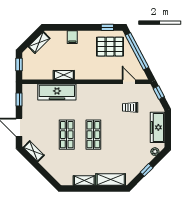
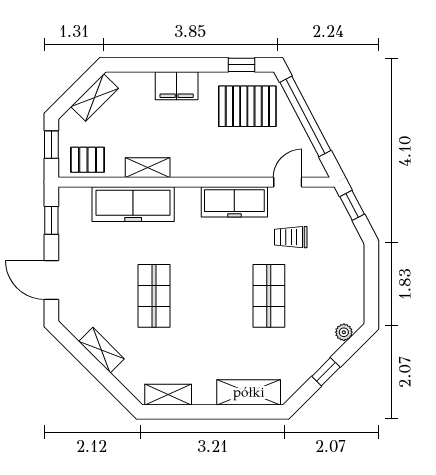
filing cabinet: (72, 37) -> (177, 86), width x2.00
pallet: (36, 71) -> (88, 160), added
door: (129, 82) -> (288, 182), hinge flipped
freezer: (157, 127) -> (234, 202), moved, turned -90
shop shelf: (93, 135) -> (269, 296), moved
shelving: (34, 151) -> (101, 350), moved
shelving: (84, 181) -> (168, 395), moved

